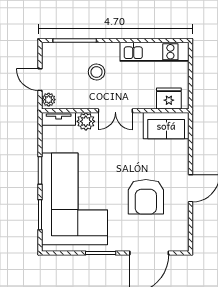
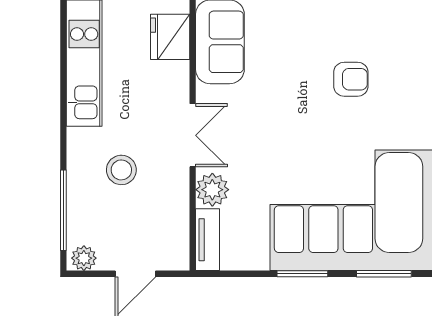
plant: (49, 100) -> (84, 258), moved
armchair: (146, 197) -> (351, 79), width x0.53, depth x0.53

